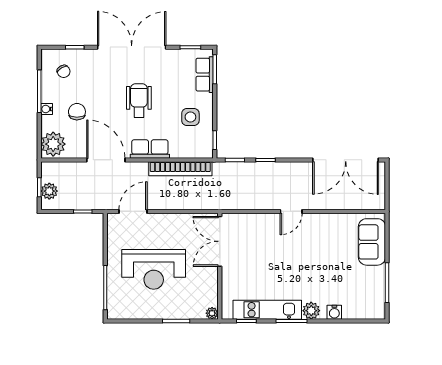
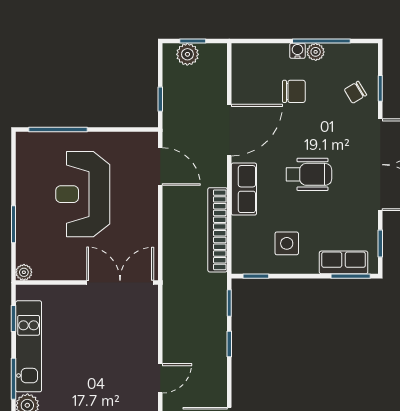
chair: (64, 71) -> (355, 92), moved
plant: (53, 144) -> (316, 52), moved, width x0.53, depth x0.53
door: (291, 211) -> (160, 378), swing flipped

